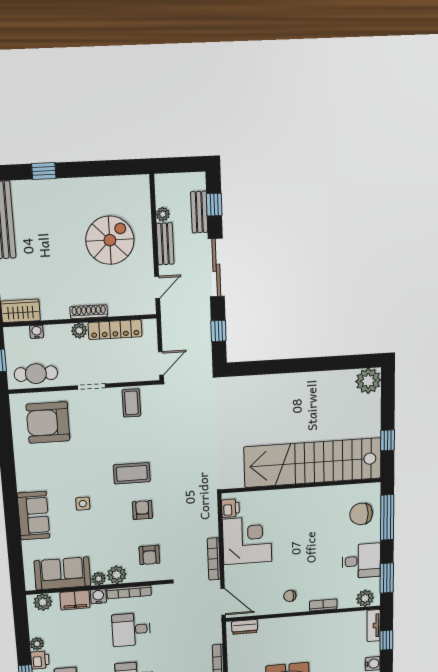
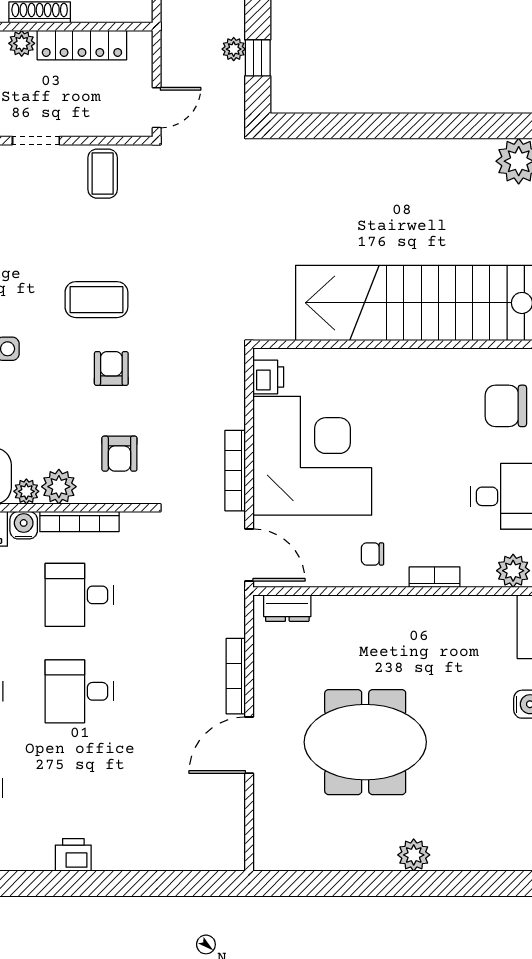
plant: (204, 327) -> (234, 49), added
corner desk: (247, 540) -> (312, 456), width x1.36, depth x1.36

